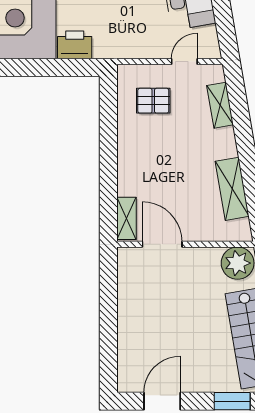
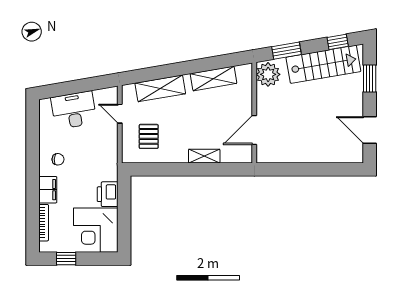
shelving: (220, 105) -> (160, 88), width x1.50, depth x1.33
shelving: (126, 218) -> (204, 156), moved

